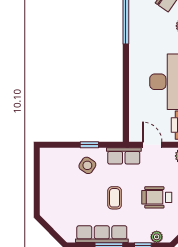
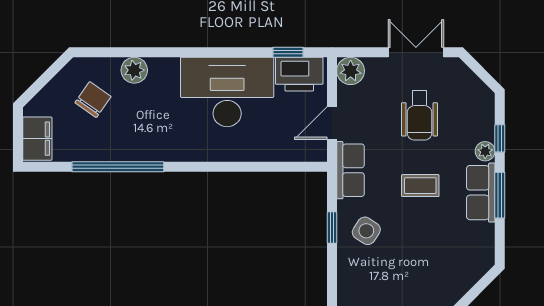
row of seats: (102, 234) -> (481, 193), width x0.68
plant: (157, 237) -> (485, 151), moved

